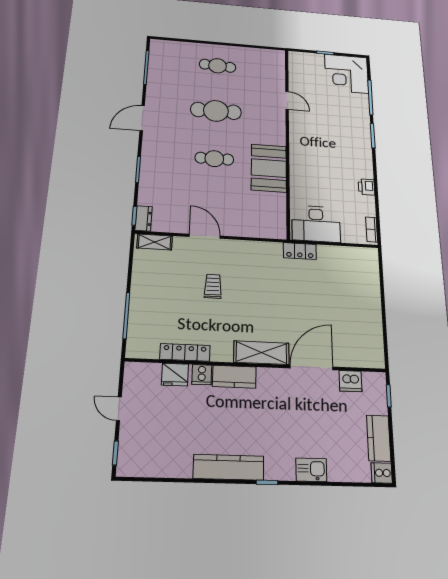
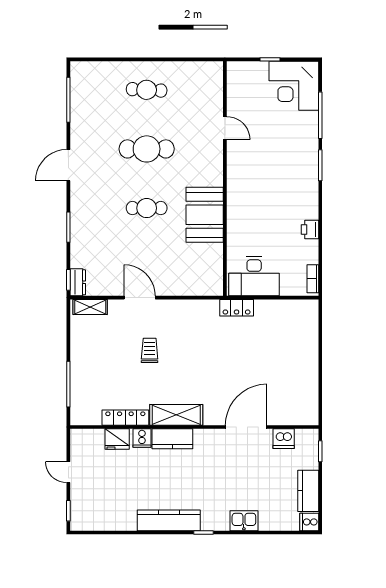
shelving: (261, 353) -> (176, 415), moved

